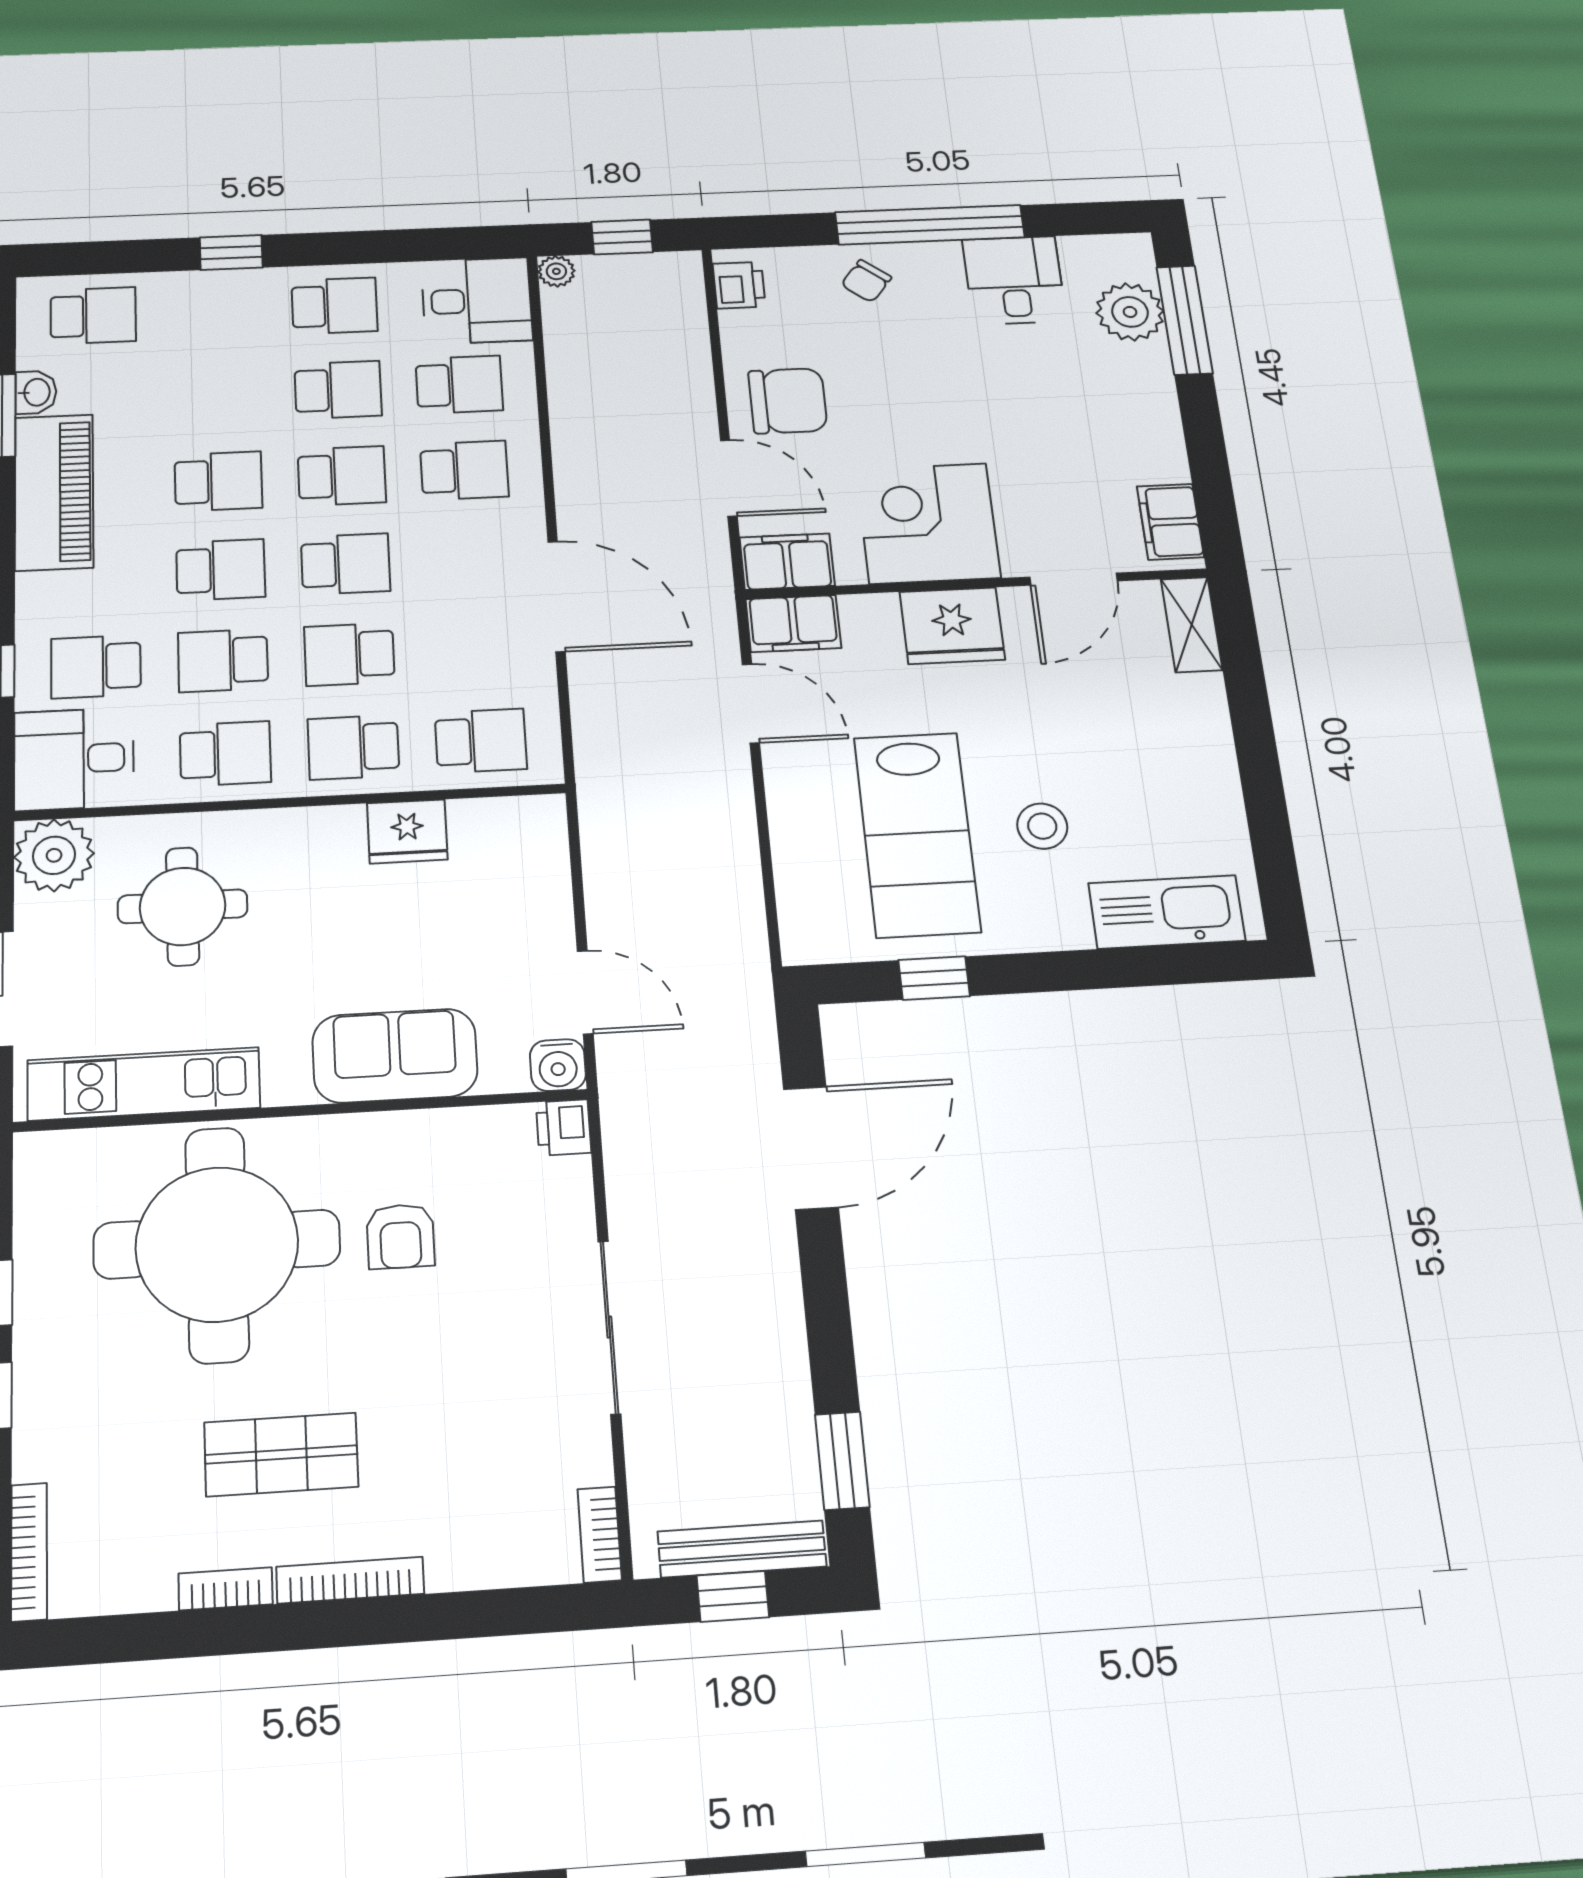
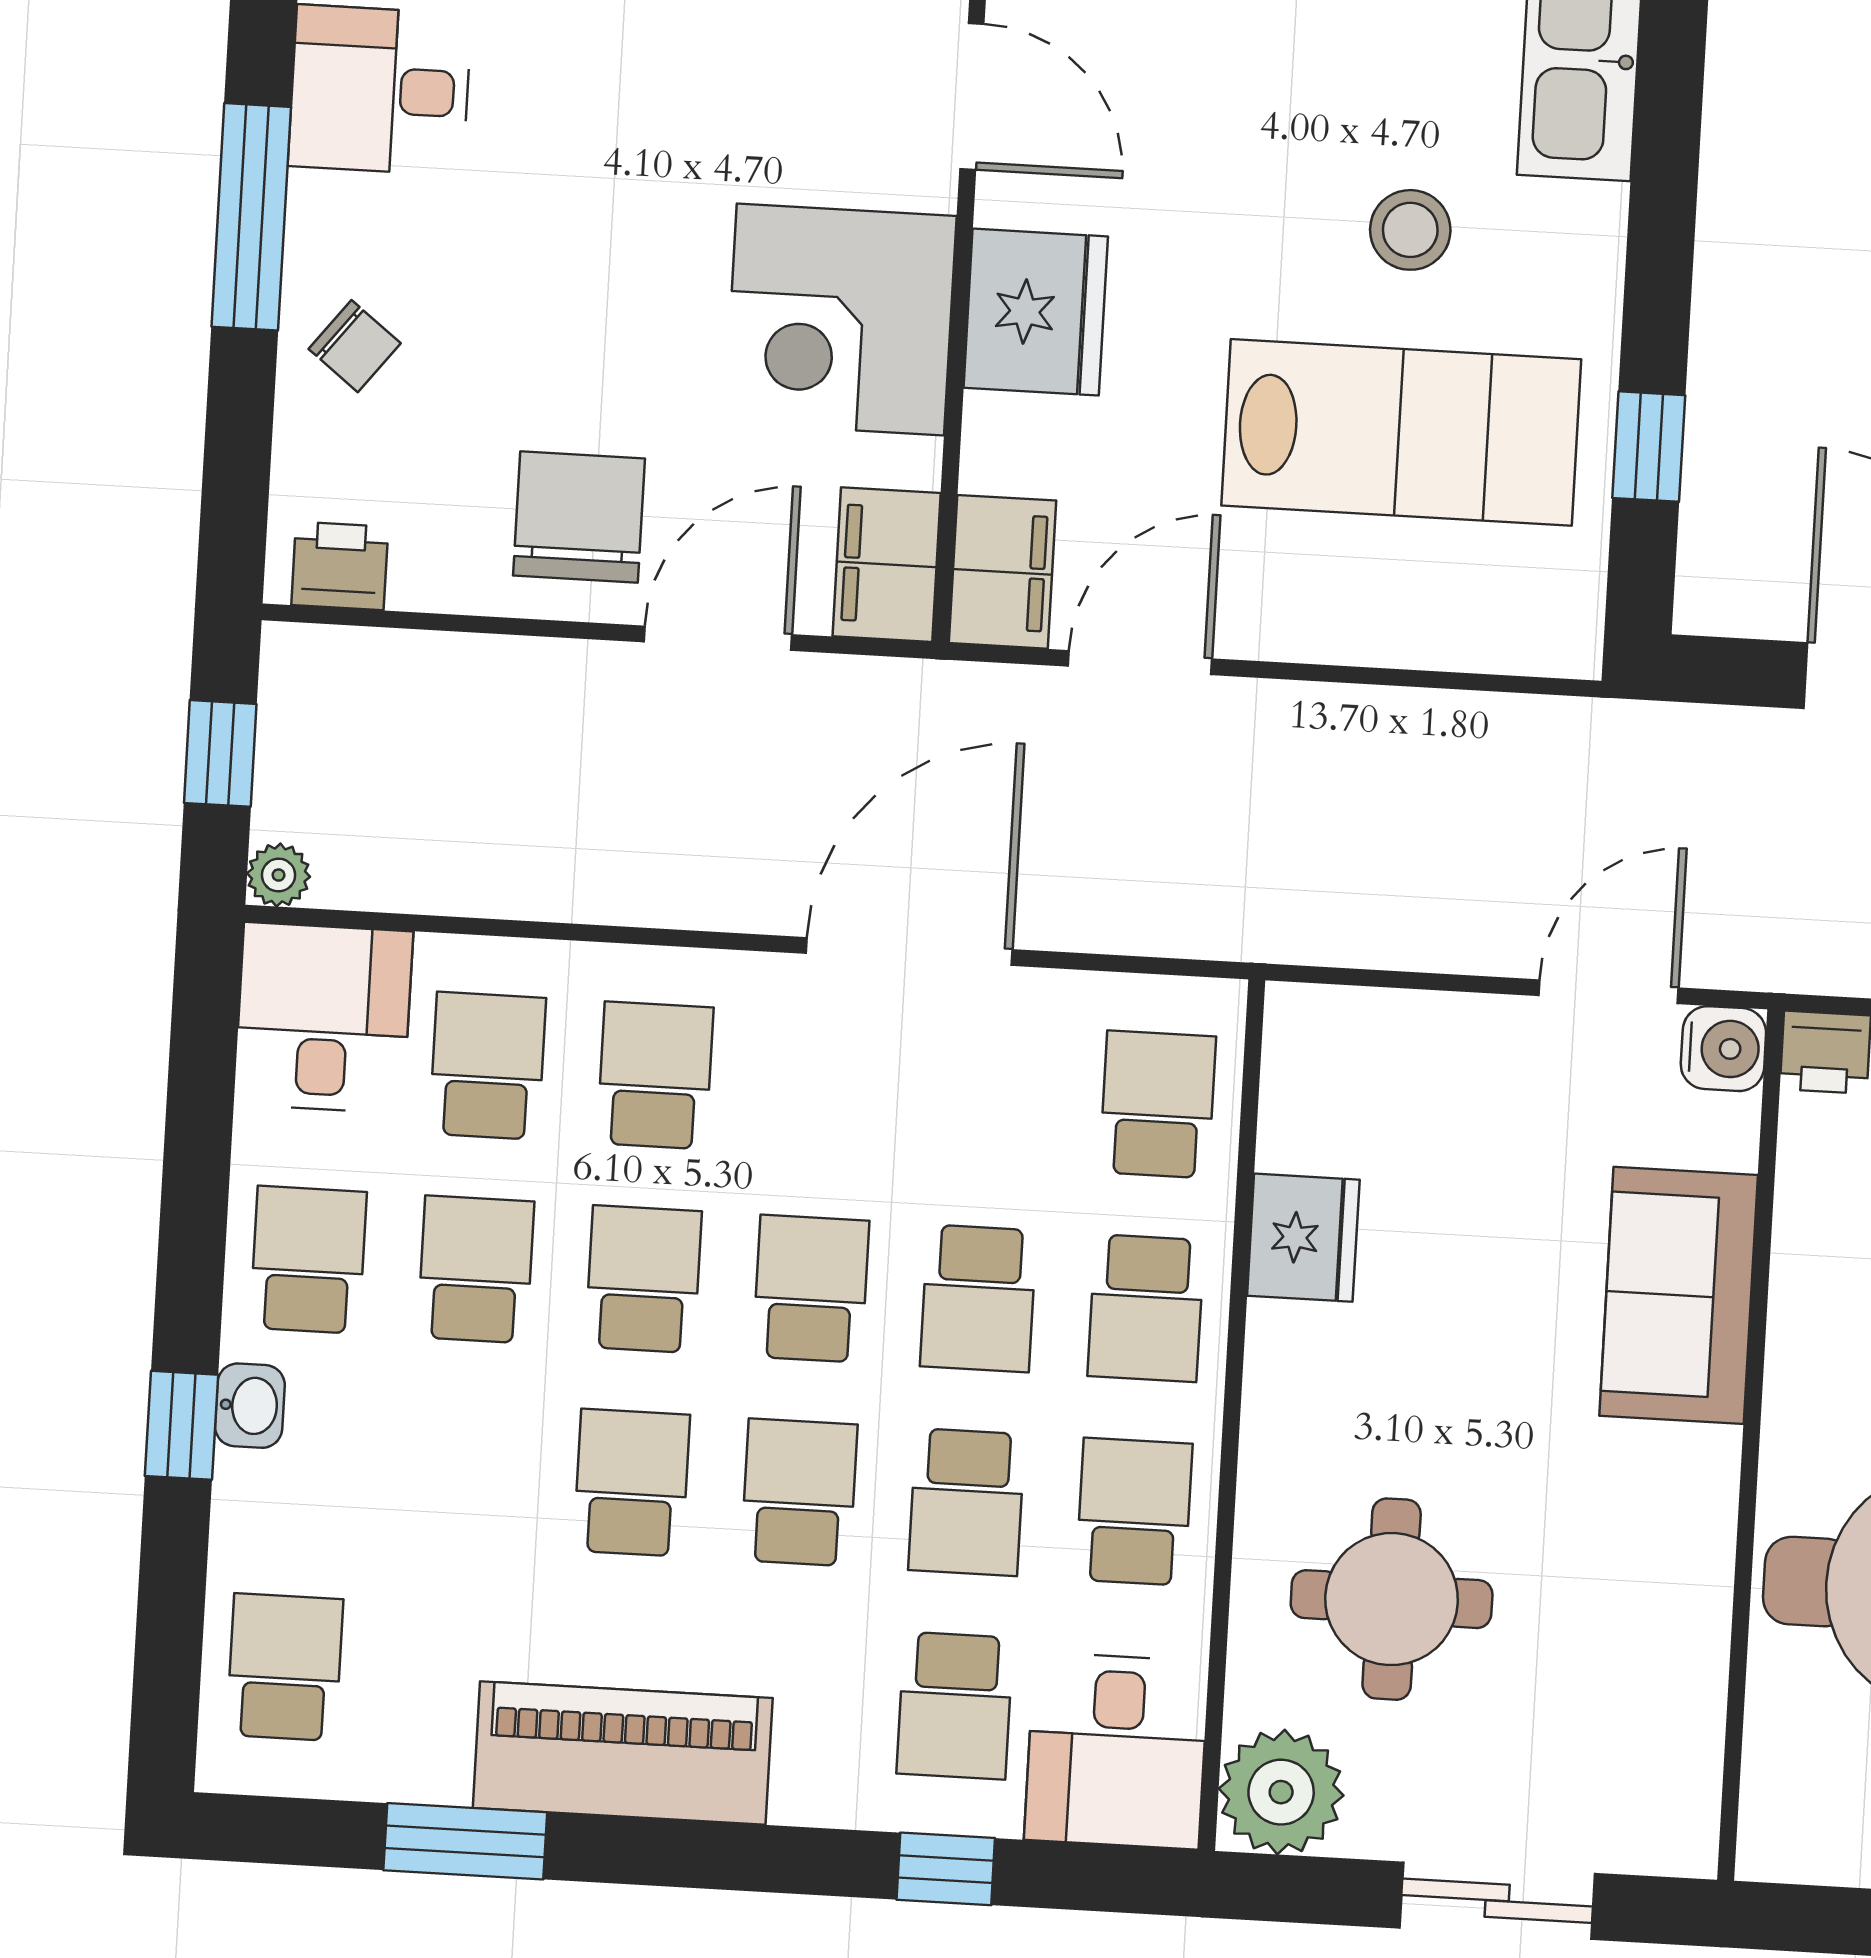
window: (930, 225) -> (251, 217), width x0.68
washbasin: (36, 392) -> (250, 1406), moved, turned 90
kitchen unit: (144, 1084) -> (1679, 1680), removed

